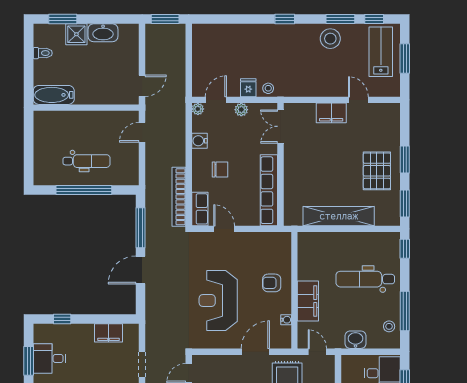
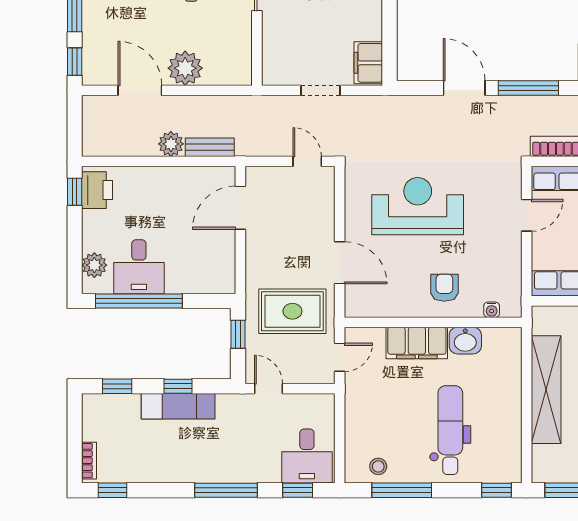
water cooler: (286, 320) -> (492, 310), moved
filing cabinet: (108, 333) -> (368, 63), moved
washbasin: (355, 340) -> (465, 341), moved, turned 90

